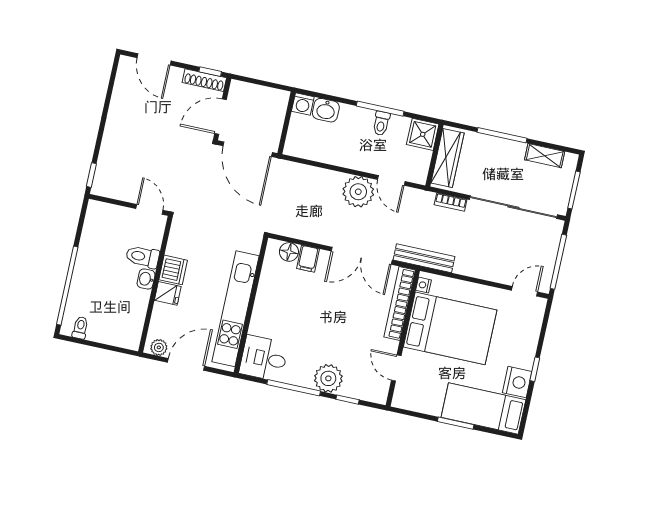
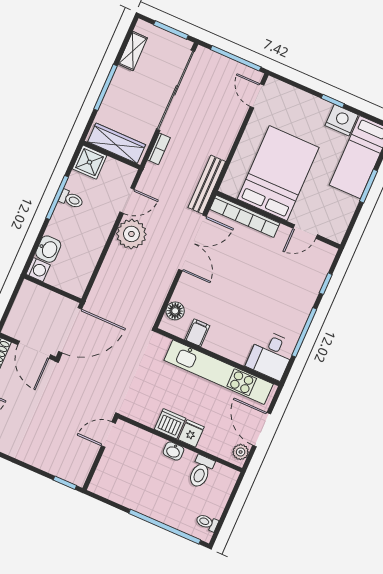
toilet: (143, 257) -> (201, 472), moved
filing cabinet: (308, 259) -> (197, 333), moved, turned -90
nightstand: (423, 285) -> (232, 190), removed
plant: (328, 378) -> (302, 298), removed

